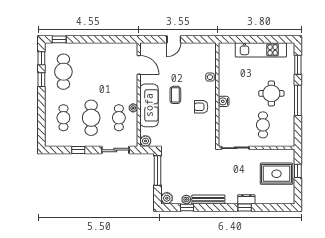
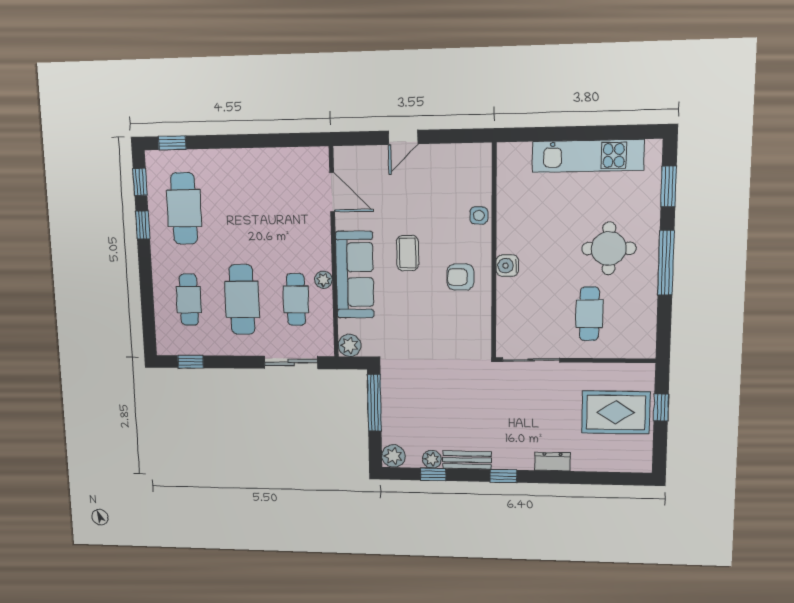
window: (78, 150) -> (191, 362), moved
bench: (208, 200) -> (467, 460), width x0.73
window: (245, 207) -> (503, 476), moved

